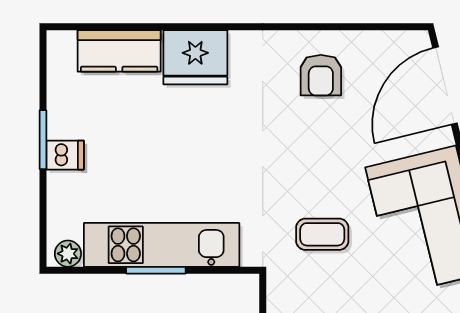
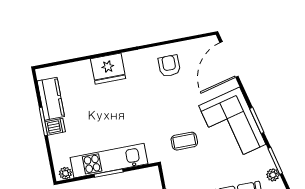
kitchen counter: (119, 51) -> (51, 99), moved, turned -90
armchair: (321, 75) -> (169, 66), turned 180

